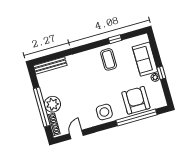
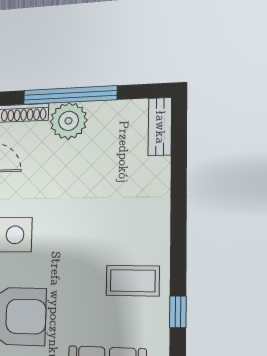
bench: (50, 65) -> (160, 127), width x0.73

